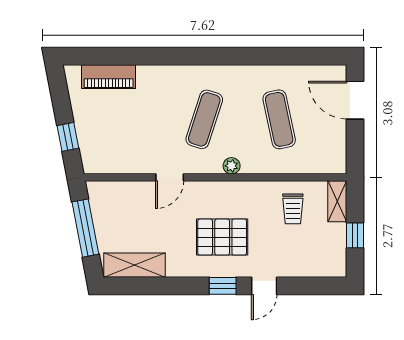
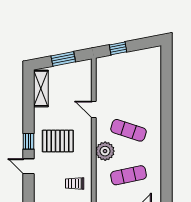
piano: (109, 77) -> (154, 73), removed
plant: (232, 166) -> (105, 151), width x1.88, depth x1.88
window: (85, 228) -> (63, 59), width x0.69
pallet: (222, 237) -> (58, 141), turned 90

